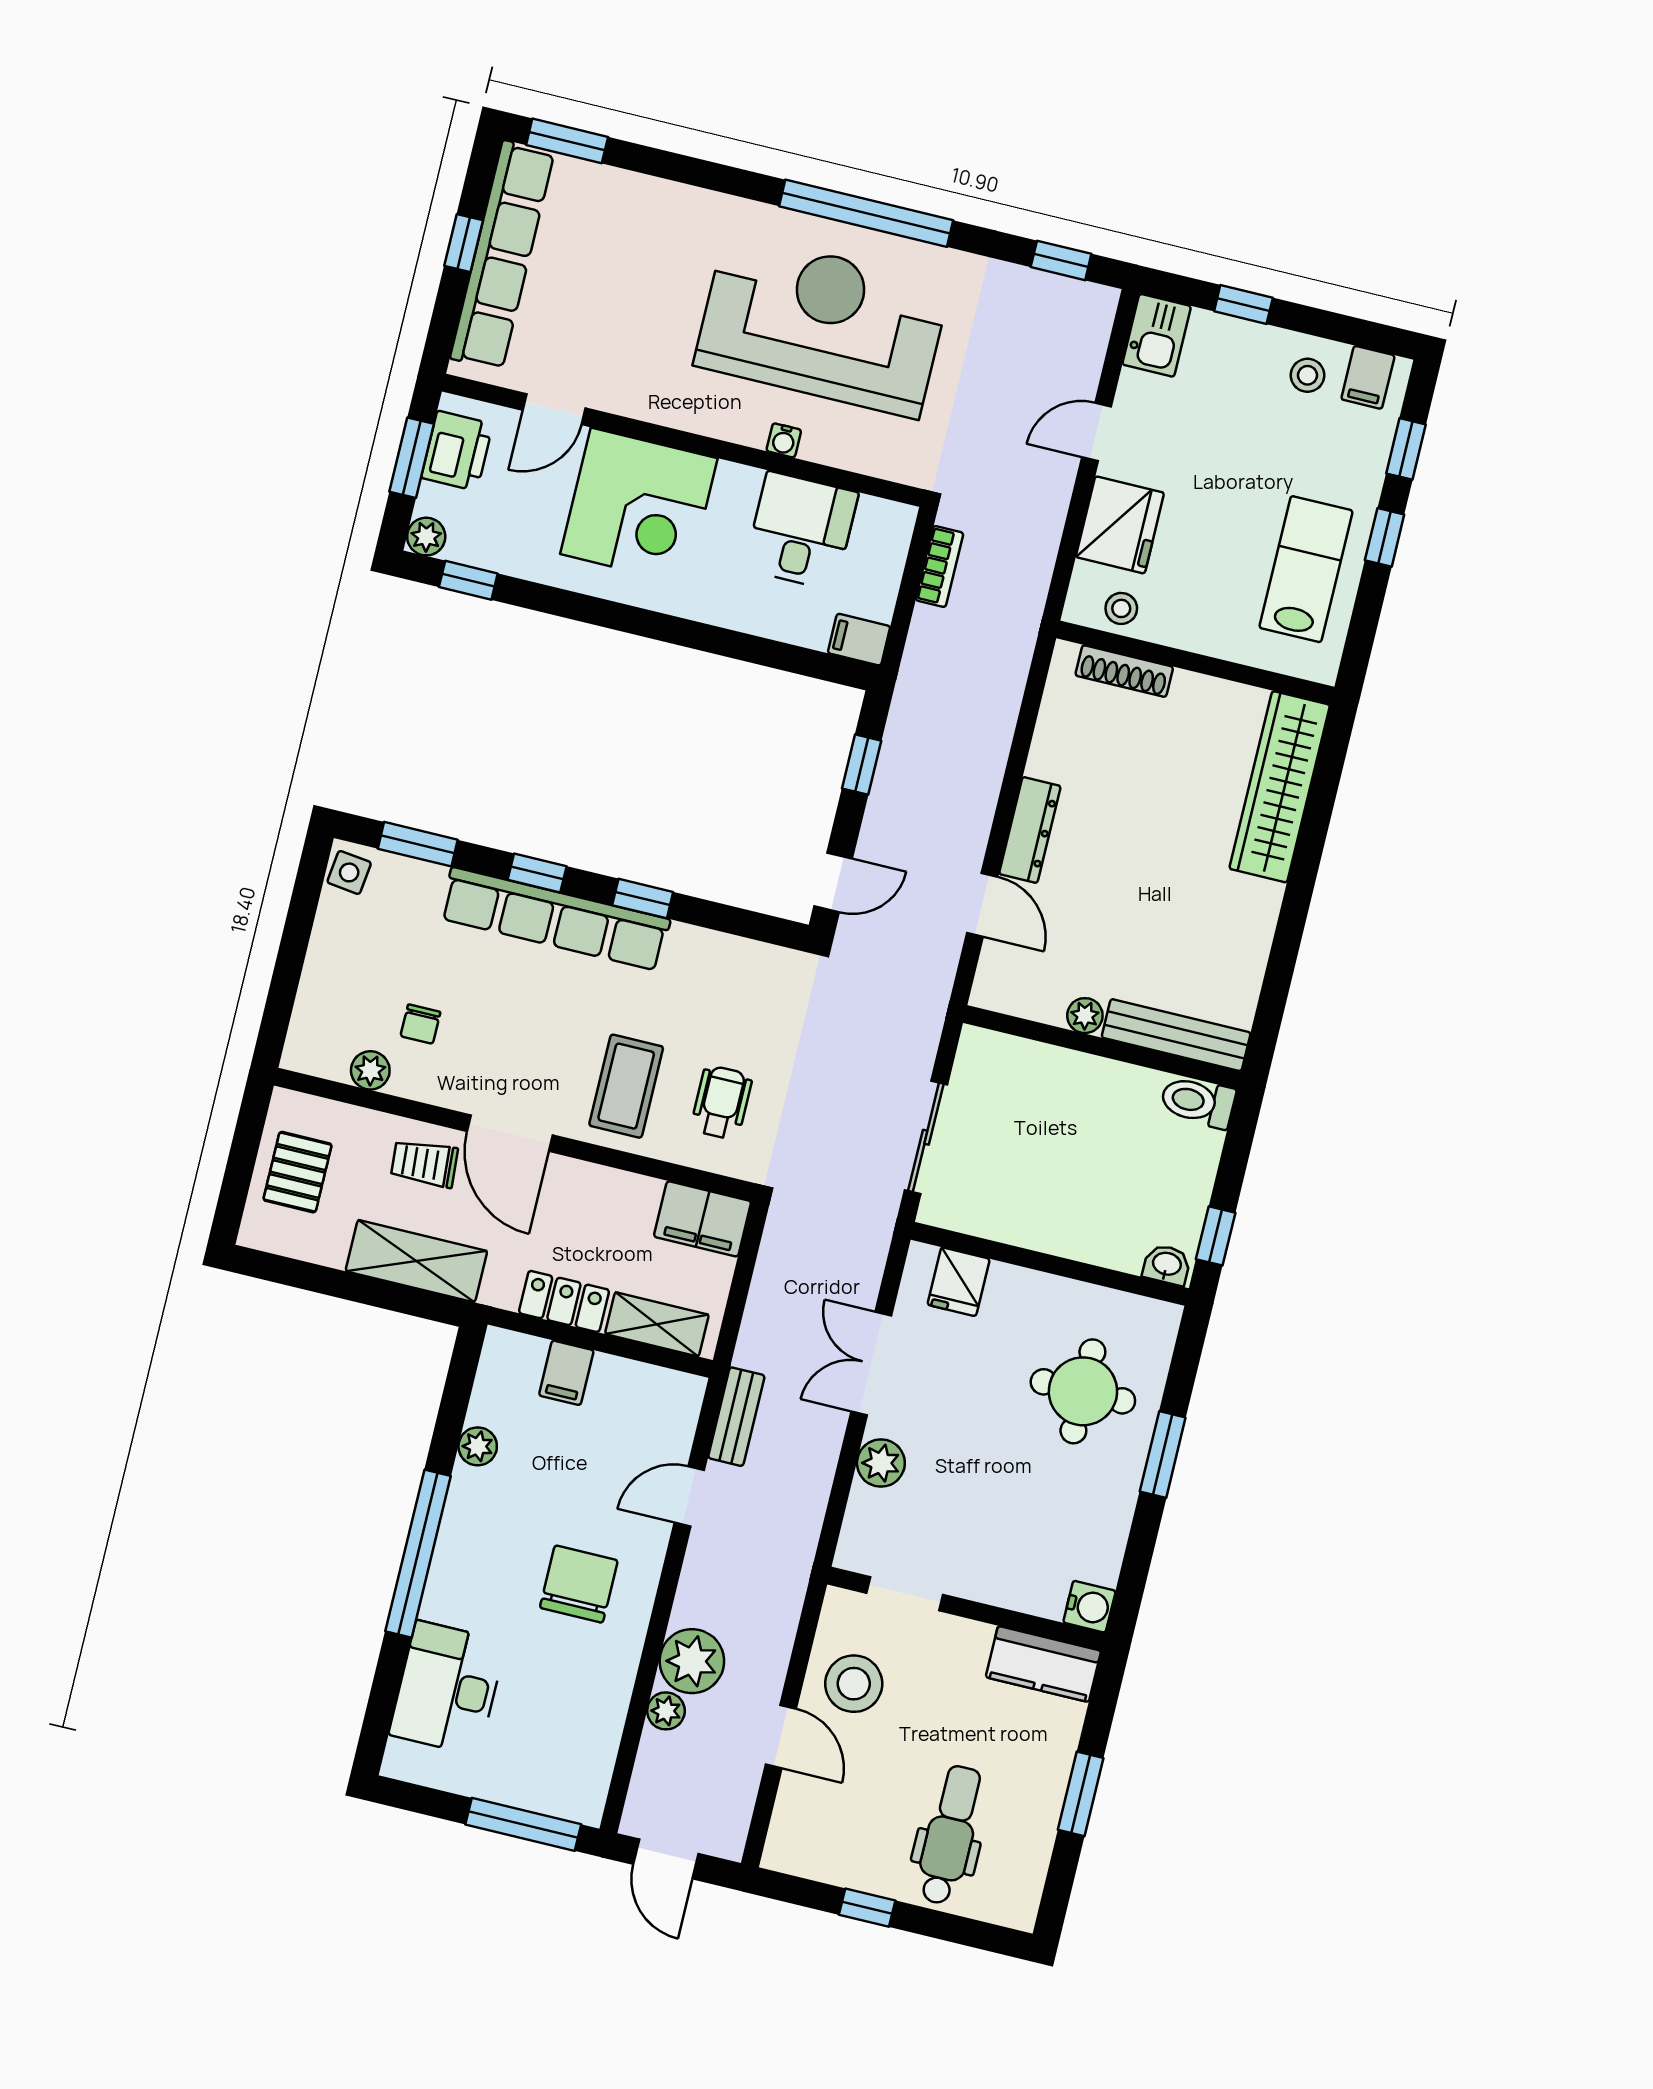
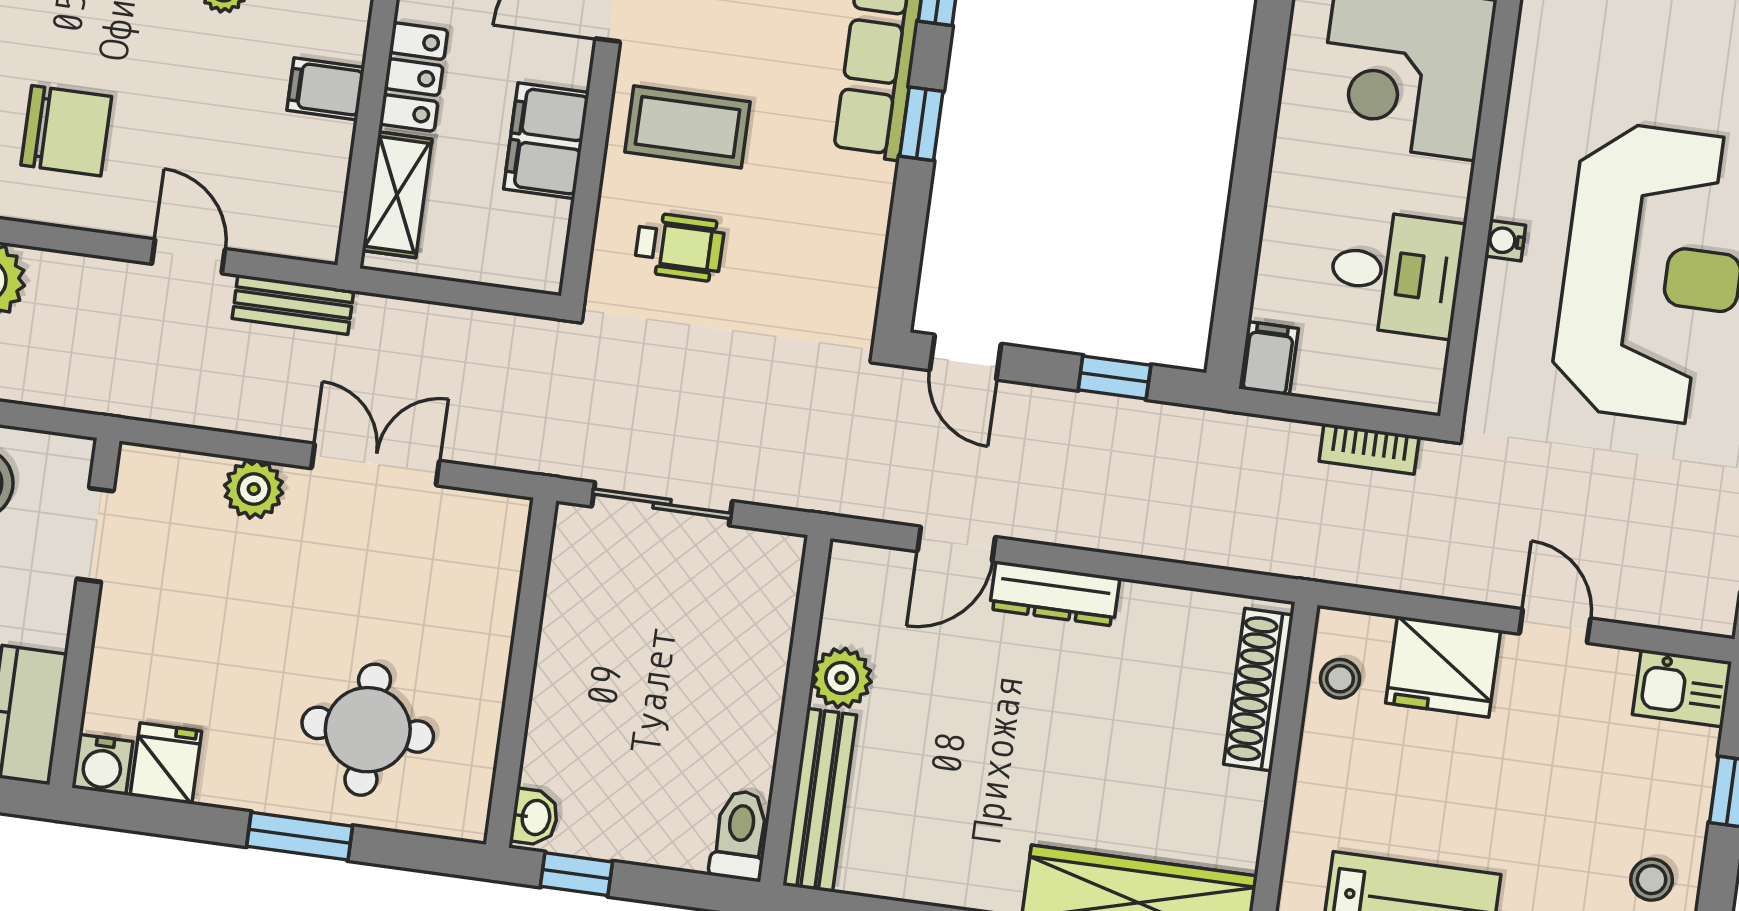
shoe rack: (1124, 671) -> (1258, 690), width x1.36, depth x1.24
plant: (1085, 1016) -> (842, 678), width x1.38, depth x1.38
filing cabinet: (703, 1219) -> (546, 141), moved
fridge: (959, 1282) -> (166, 763), moved, turned 90

